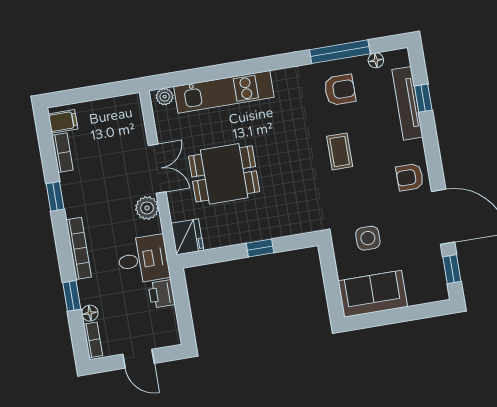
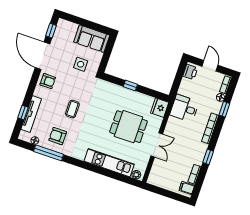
double door: (157, 169) -> (157, 145), swing flipped
plant: (147, 208) -> (170, 130), removed
printer: (162, 294) -> (190, 72), moved

